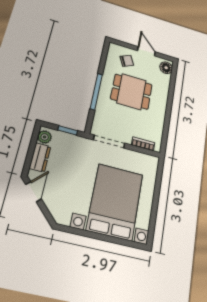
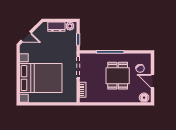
door: (146, 51) -> (152, 81), swing flipped
door: (34, 192) -> (26, 37), moved

